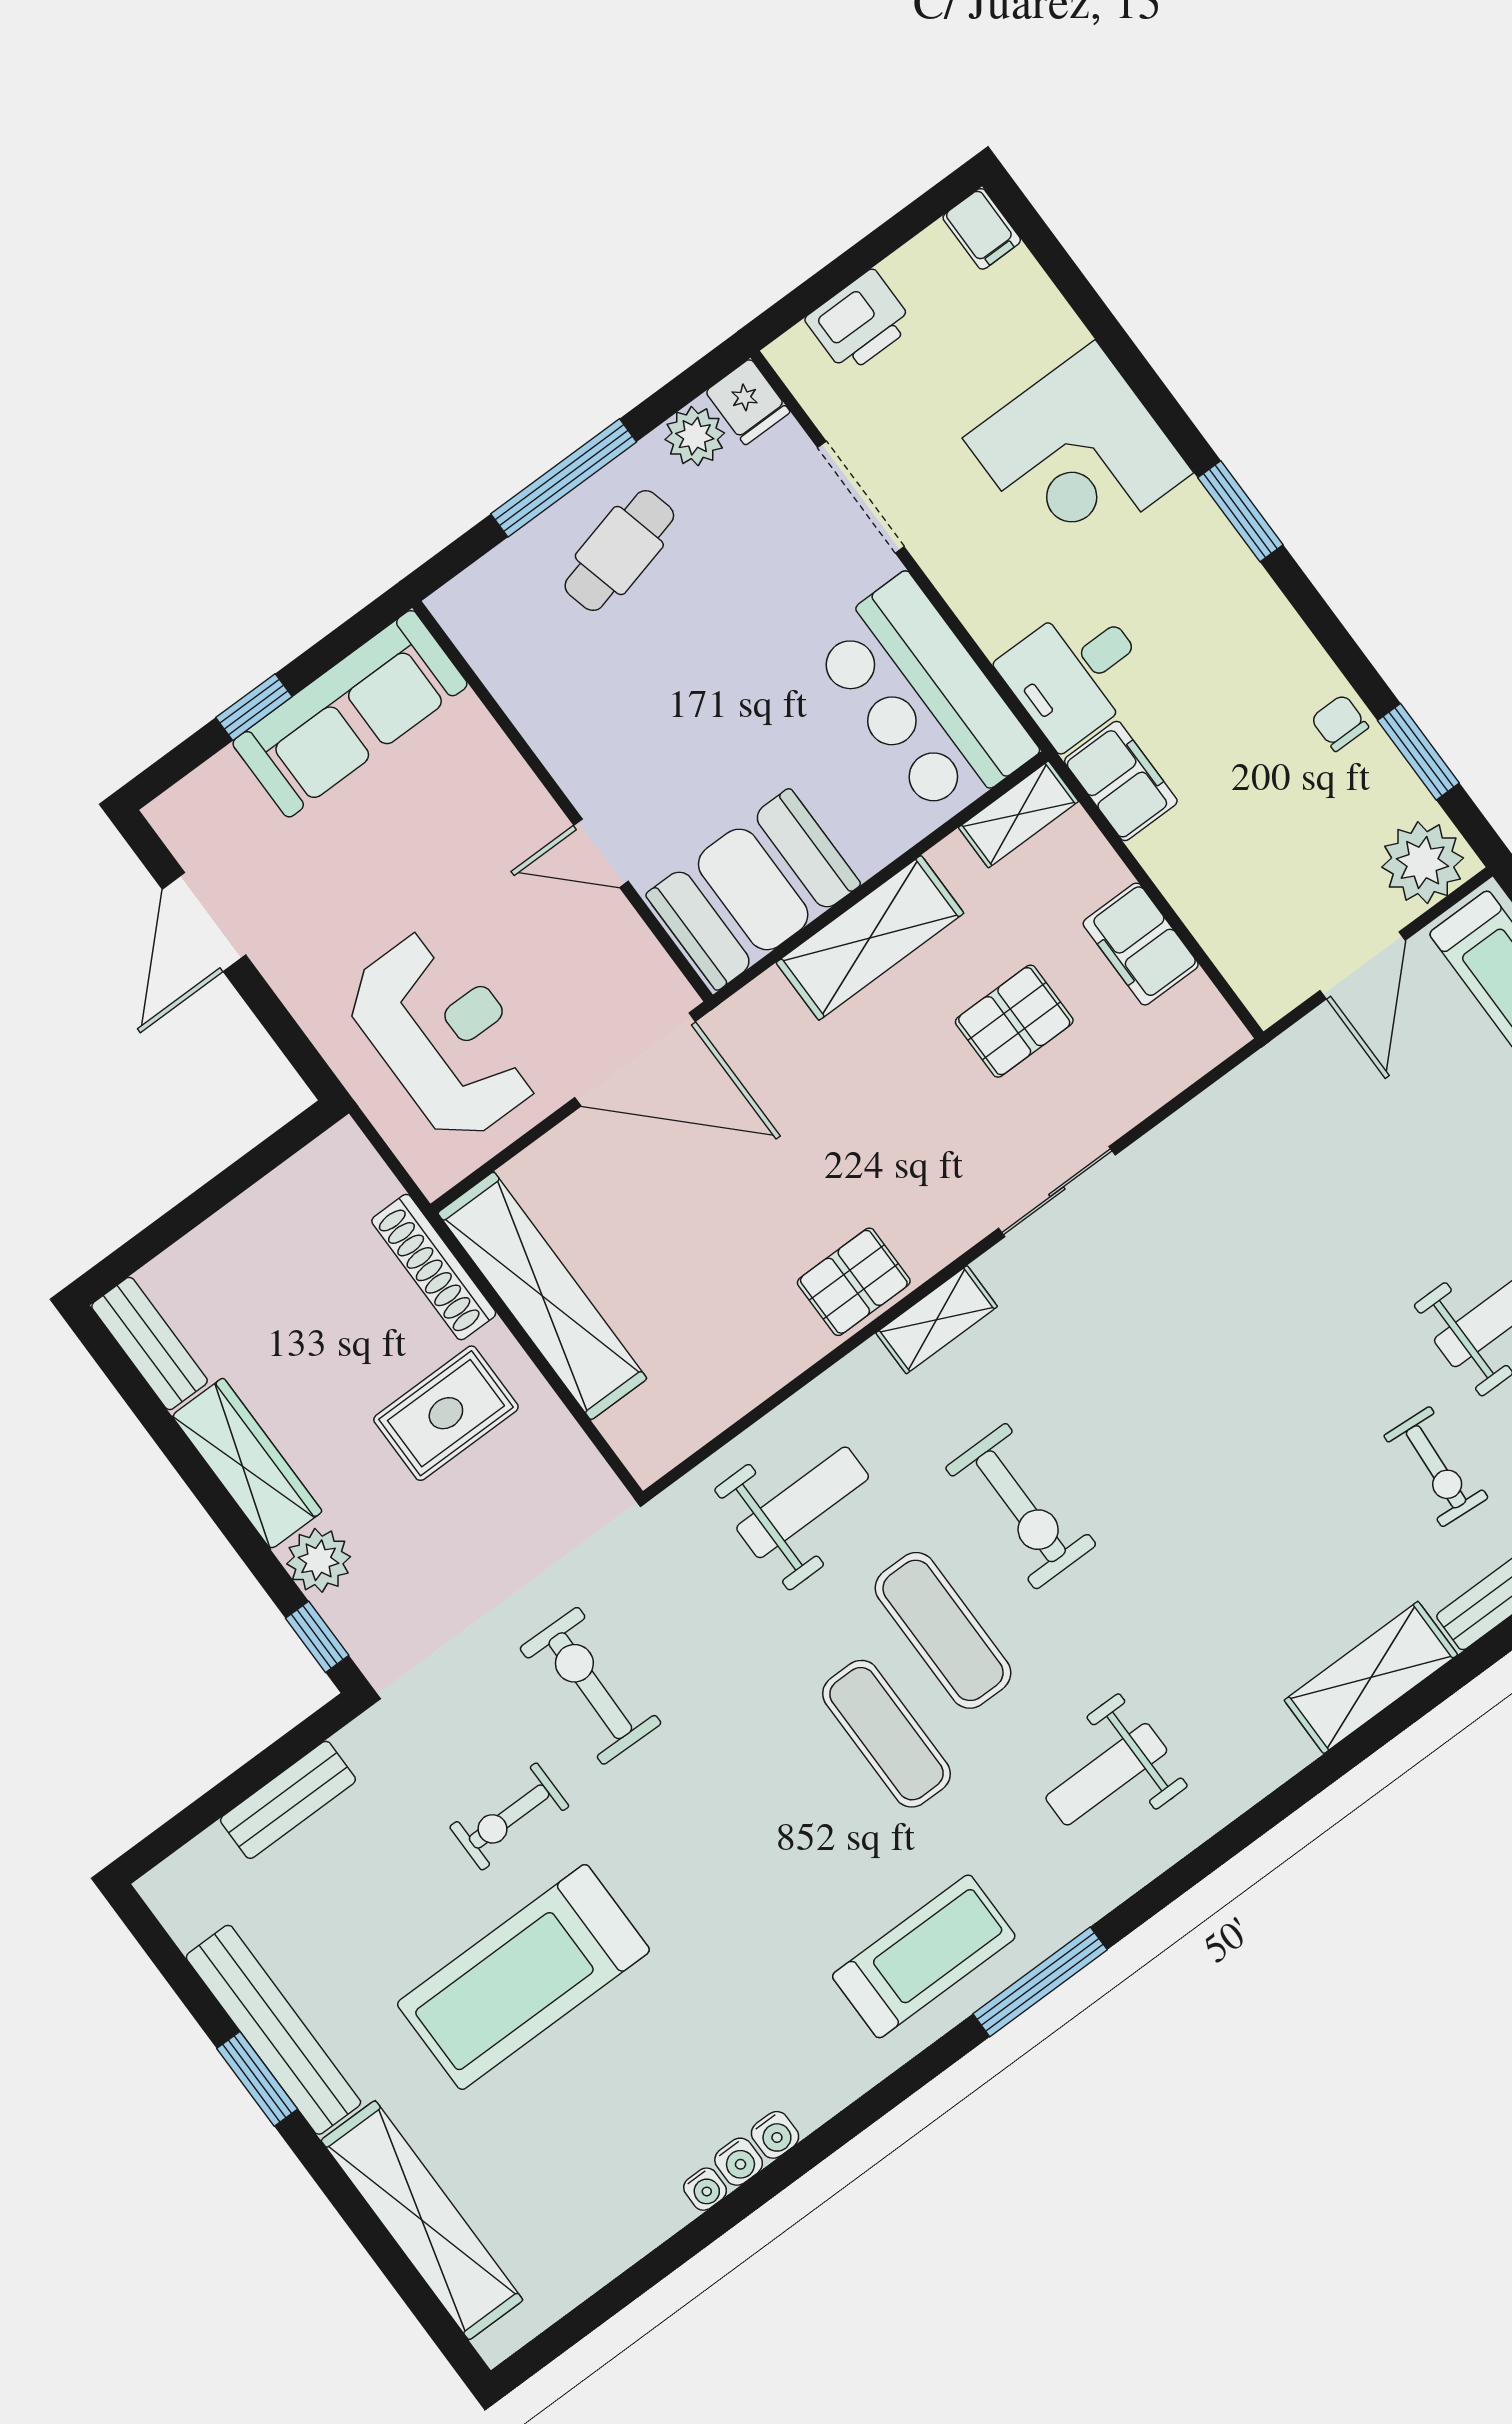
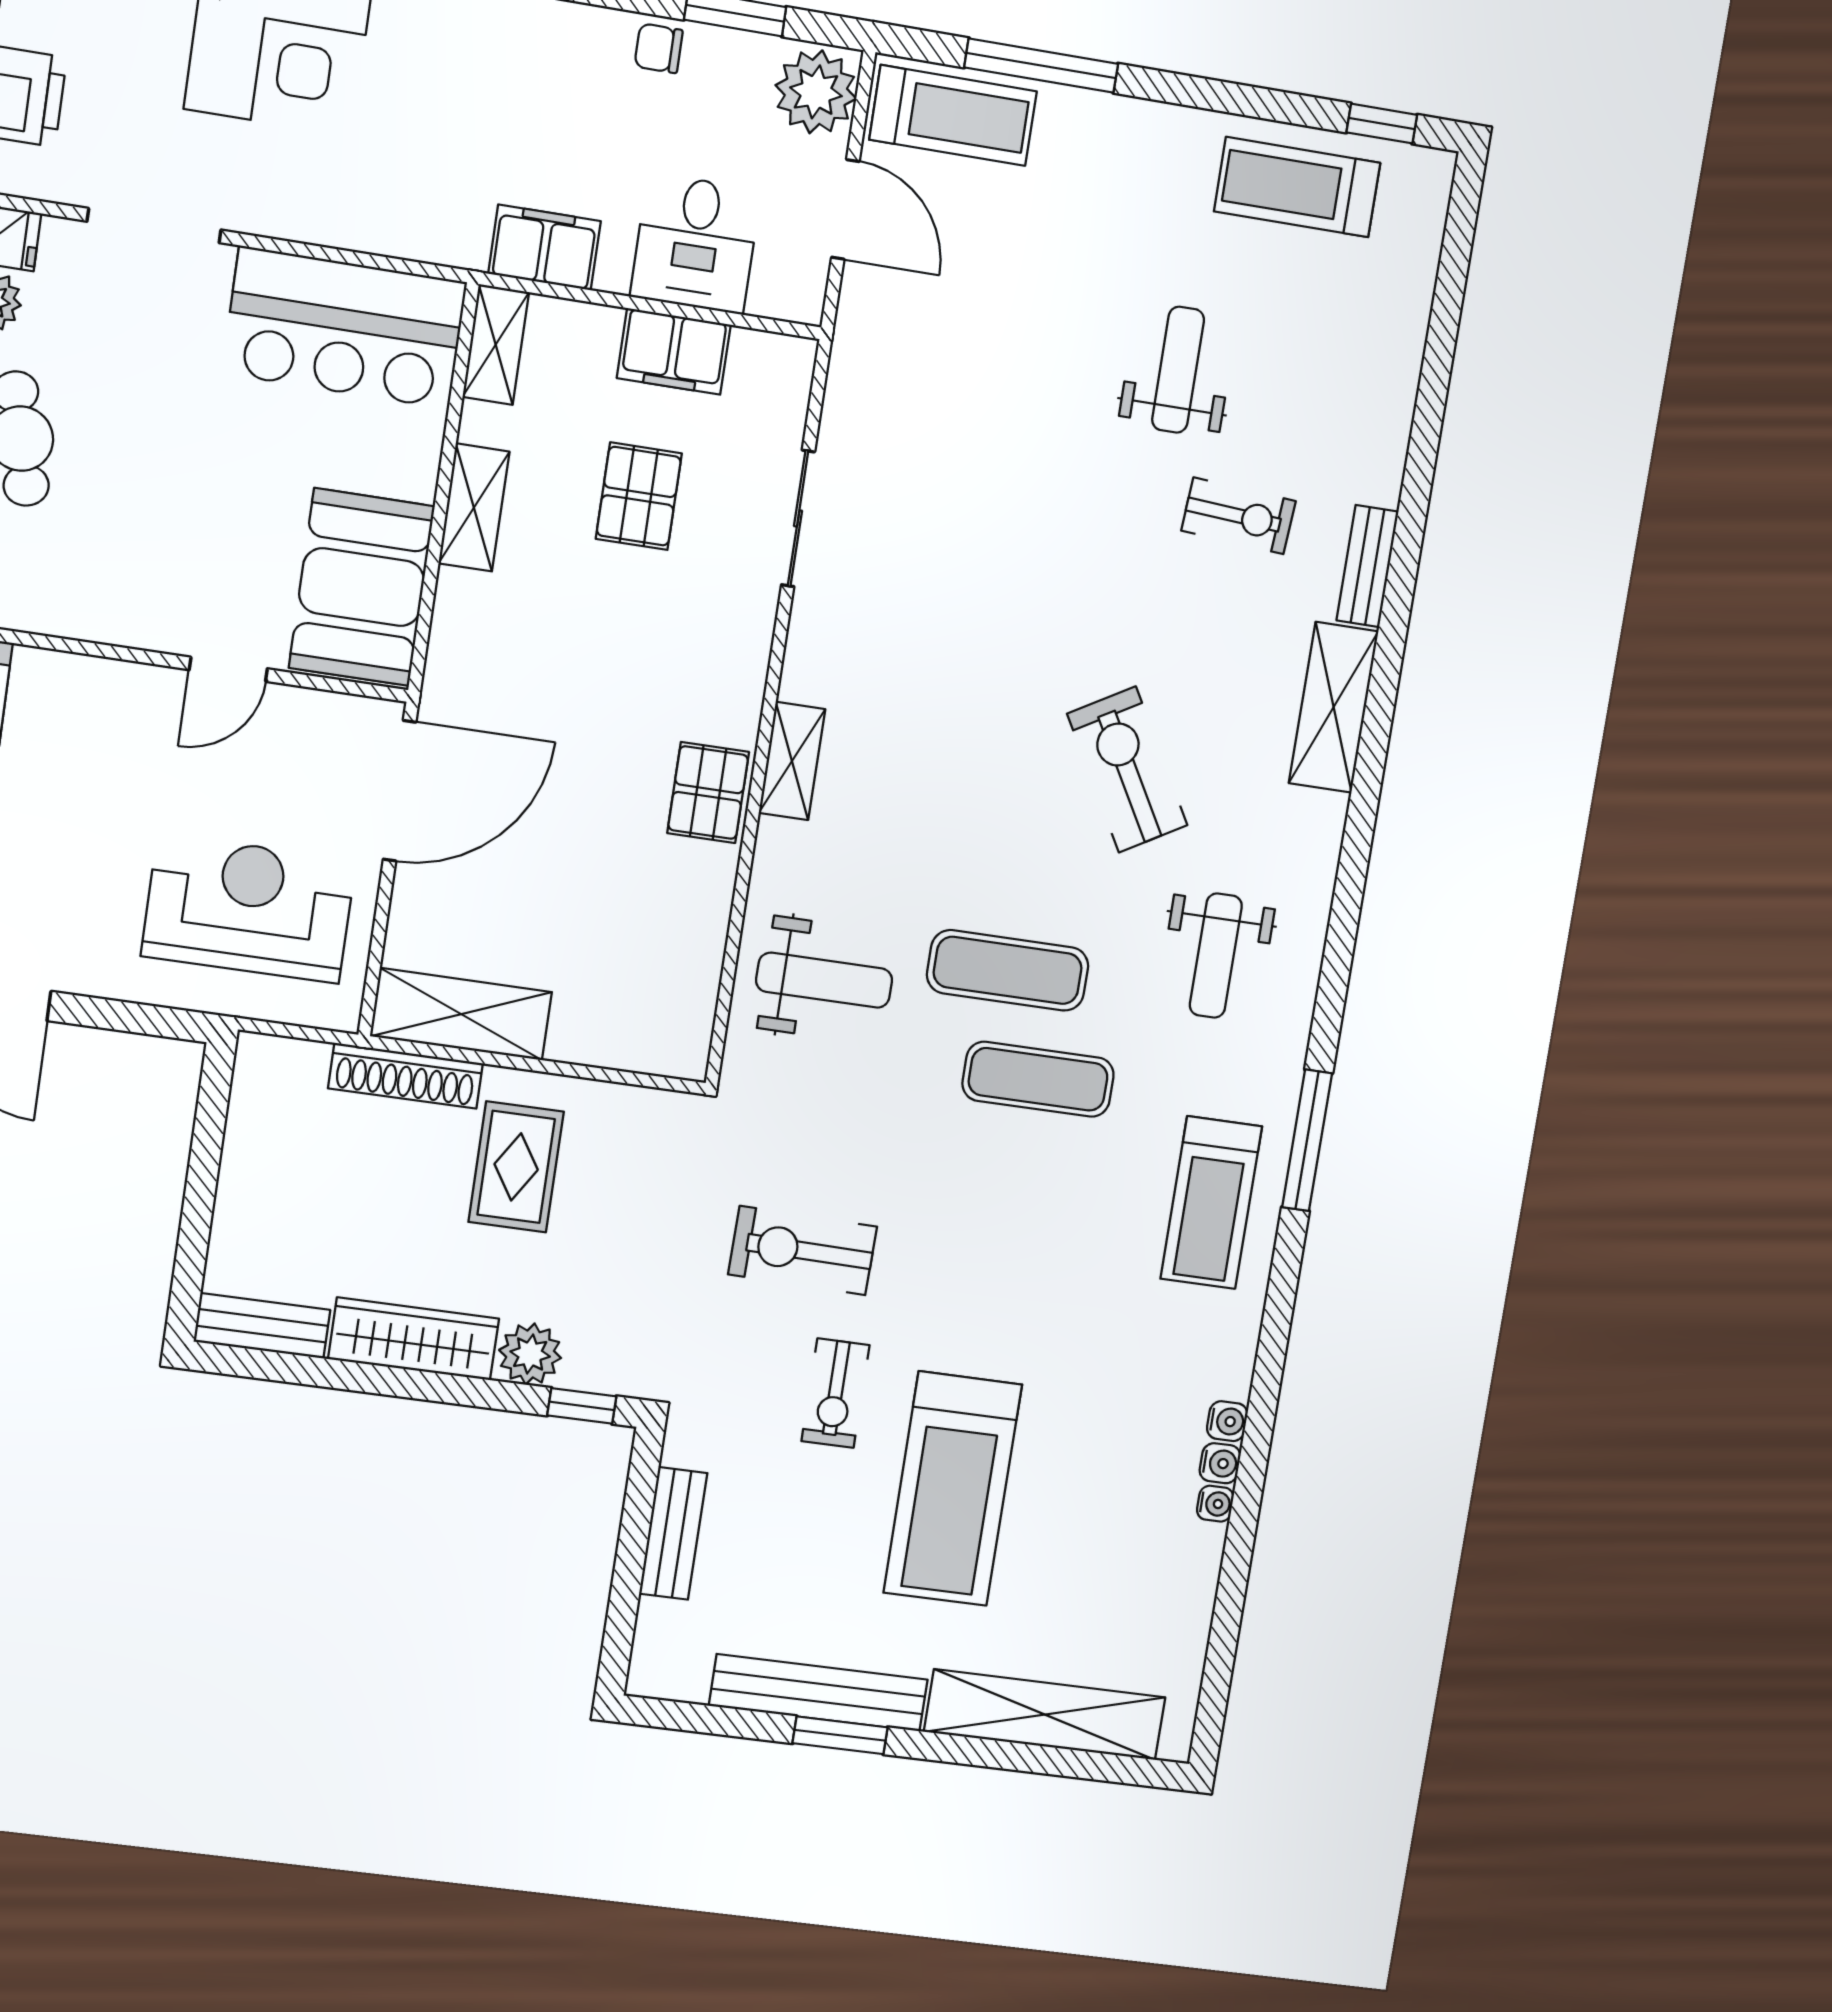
desk: (1075, 673) -> (696, 243), moved
shelving: (870, 938) -> (474, 507), width x0.67, depth x0.75
sliding door: (1057, 1192) -> (798, 518), moved
shelving: (542, 1296) -> (461, 1014), width x0.68
weight bench: (803, 1502) -> (824, 980), turned 90
exercise bike: (1021, 1506) -> (1127, 770), moved, turned -120
treadmill: (924, 1956) -> (1211, 1203), turned 180

